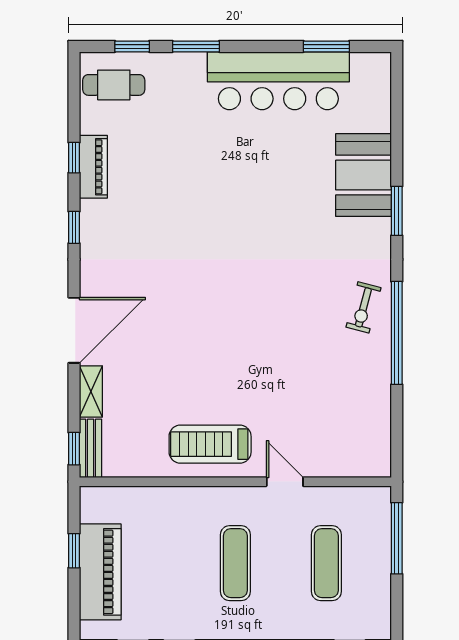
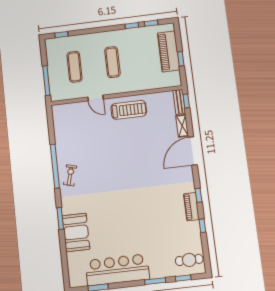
piano: (93, 167) -> (191, 207), moved

